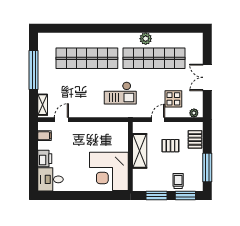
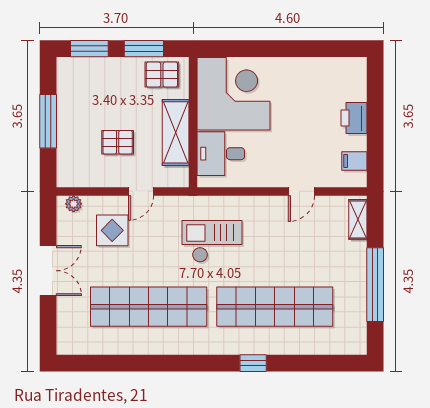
window: (98, 28) -> (253, 363), added
plant: (146, 39) -> (164, 344), removed
door: (61, 120) -> (301, 191), moved
pallet: (195, 139) -> (162, 75), moved, turned 90
window: (207, 167) -> (48, 121), moved
desk: (51, 179) -> (221, 154), moved, turned 180
trolley: (178, 181) -> (103, 76), removed

